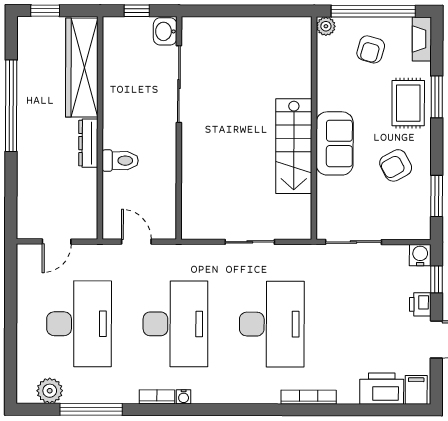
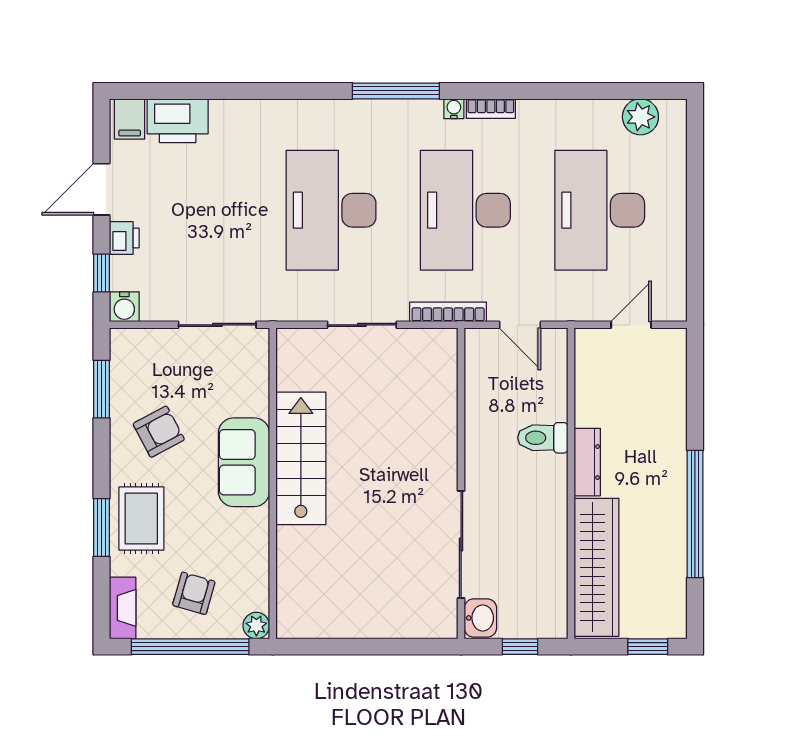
bookcase: (309, 397) -> (448, 312), moved, turned 180
window: (91, 409) -> (396, 91), moved

